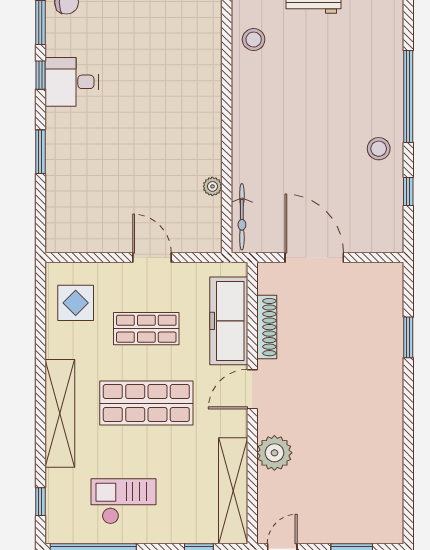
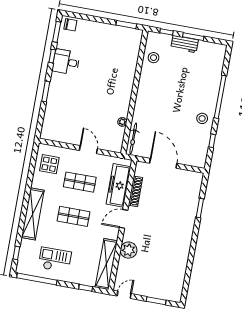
shop shelf: (146, 403) -> (74, 216), width x0.70, depth x0.74

